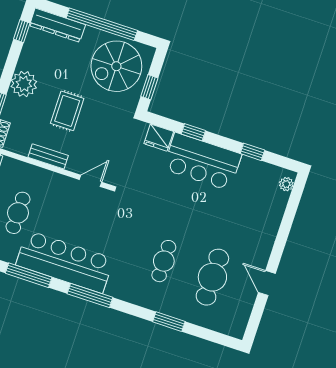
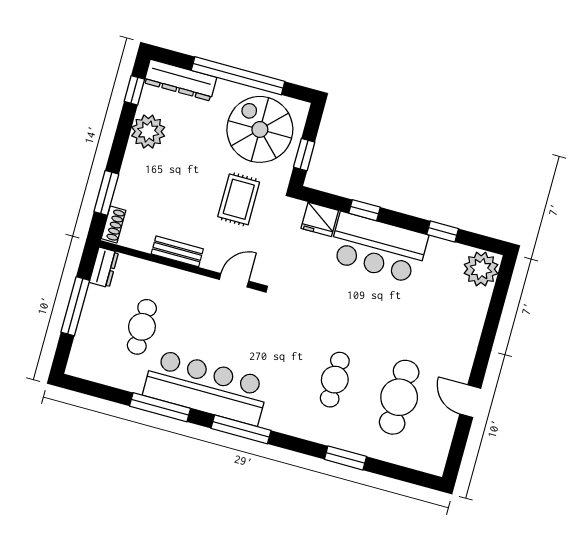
spiral stairs: (116, 66) -> (260, 129), turned 90
plant: (24, 84) -> (148, 132), moved
rug: (67, 111) -> (239, 199), moved
plant: (286, 184) -> (481, 269), width x1.88, depth x1.88

